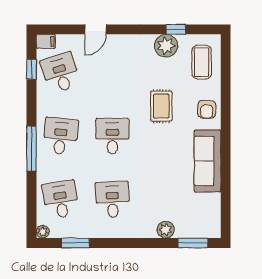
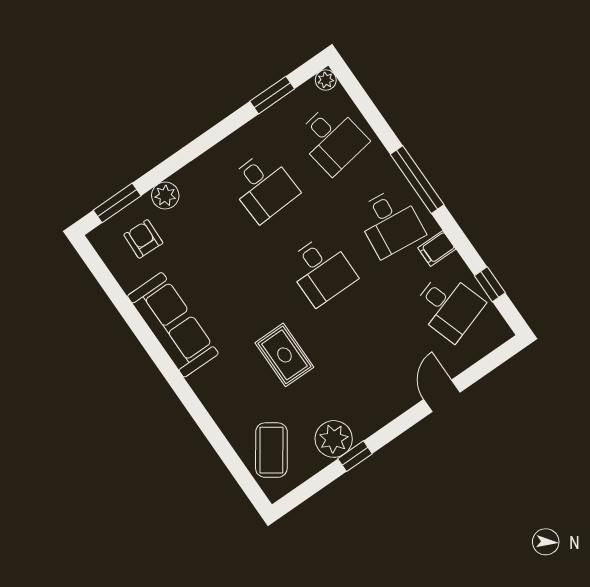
window: (176, 29) -> (355, 456), moved
filing cabinet: (46, 41) -> (437, 248), moved
coffee table: (202, 62) -> (271, 450), turned 35
armchair: (207, 109) -> (143, 239), moved

